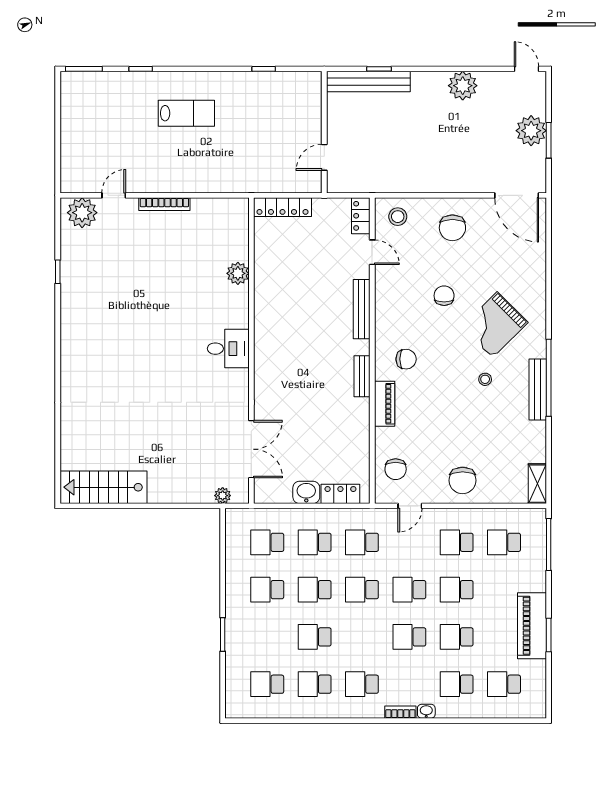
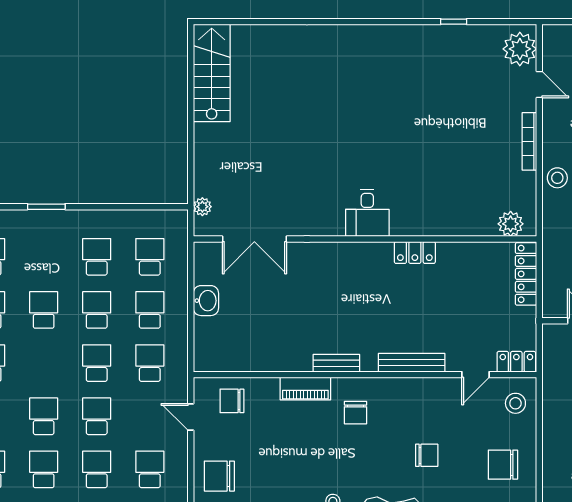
stool: (197, 179) -> (557, 178), added
plant: (238, 273) -> (511, 224), moved
locker: (340, 494) -> (415, 253), moved, turned 90

